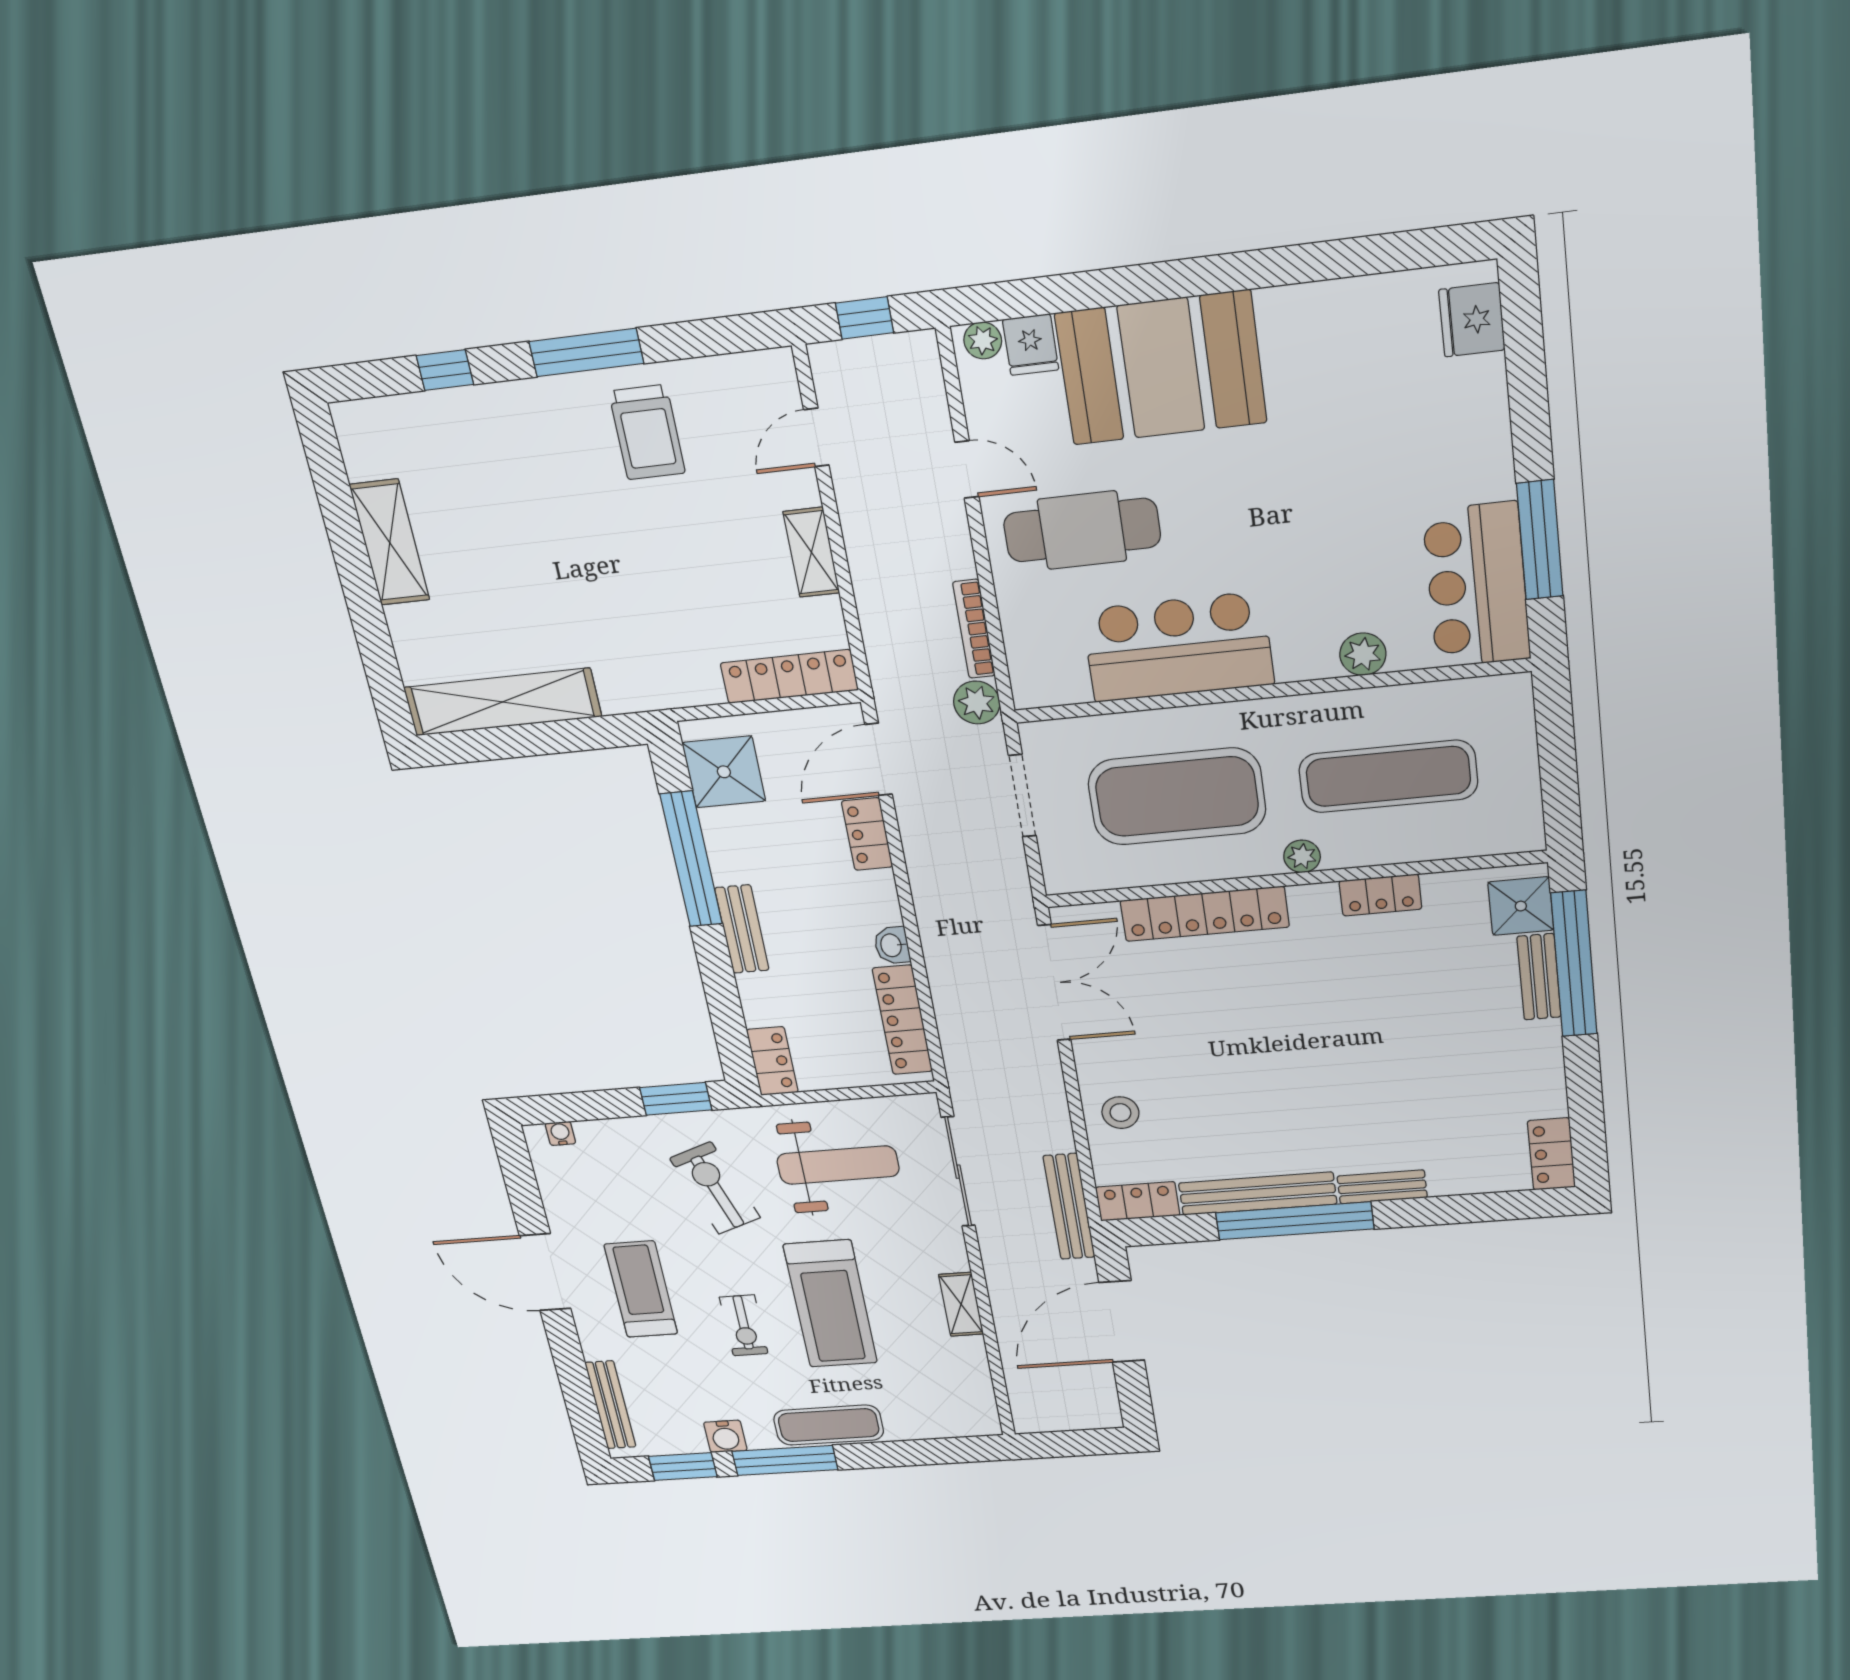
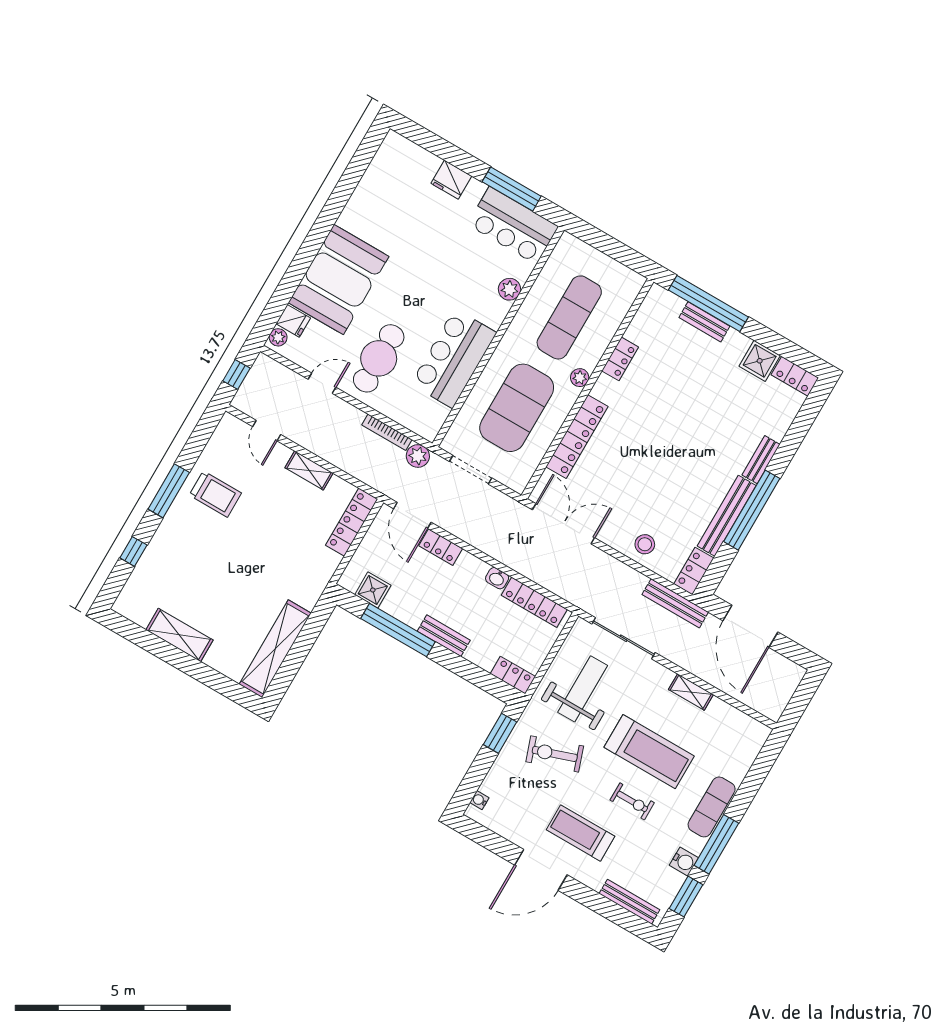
fridge: (1472, 320) -> (451, 180), moved
shower: (724, 772) -> (373, 590), width x0.73, depth x0.73
shower: (1521, 906) -> (760, 361), moved

